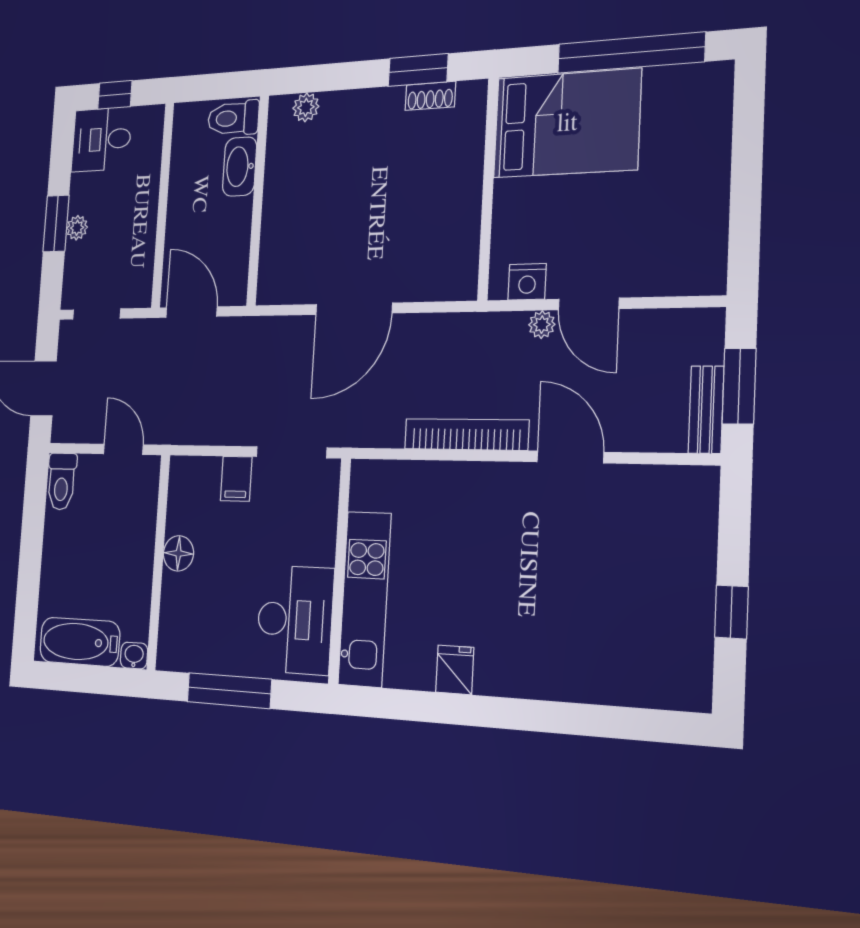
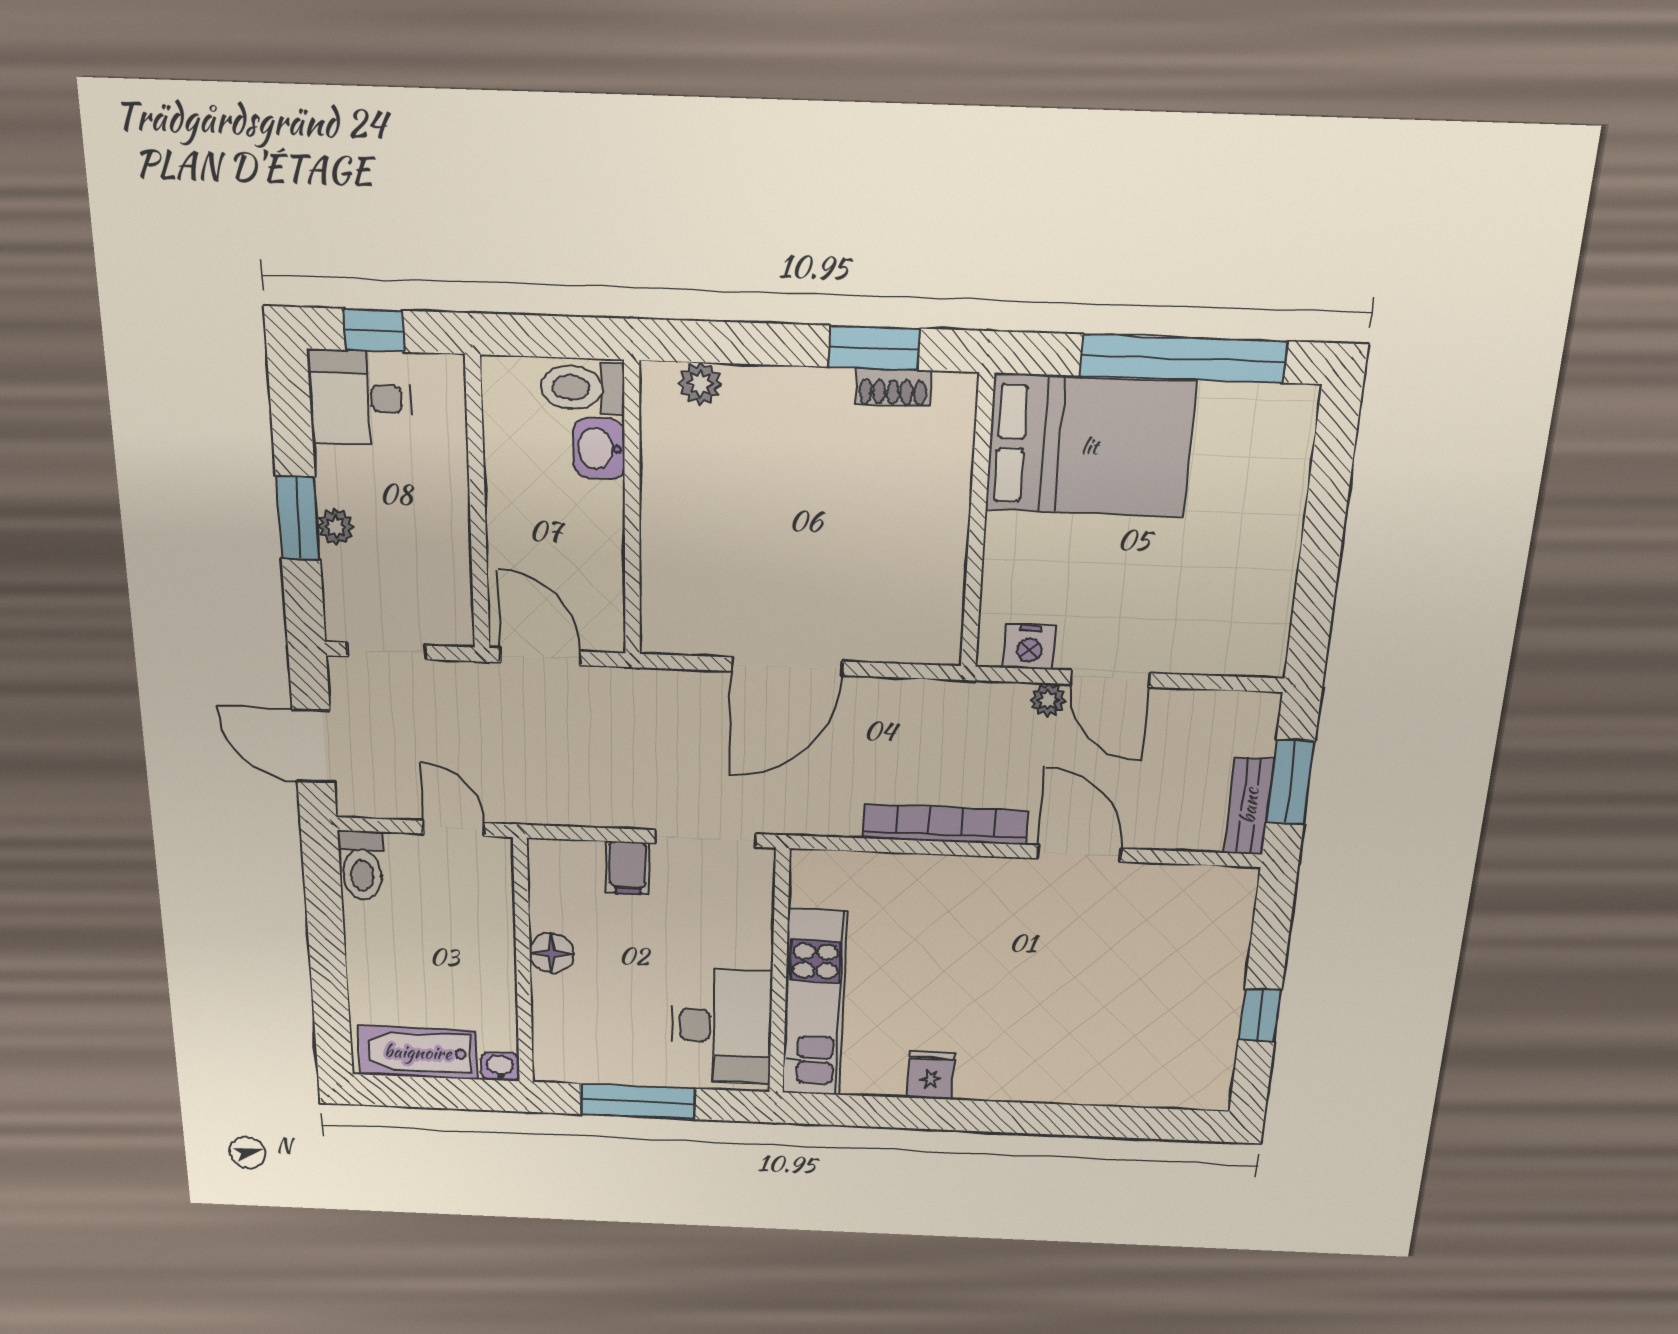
washbasin: (240, 167) -> (599, 449), width x0.72

